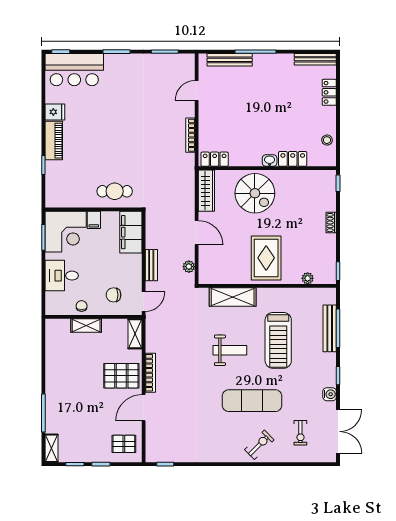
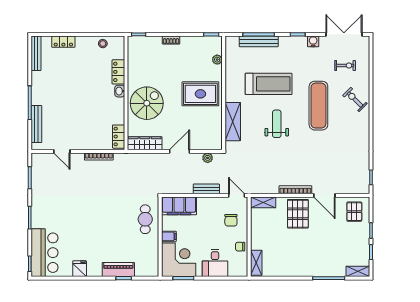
piano: (54, 141) -> (118, 270), moved
shelving: (86, 325) -> (256, 263), moved

